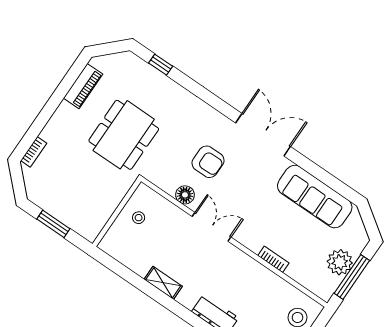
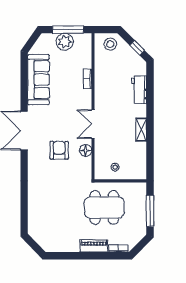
window: (161, 65) -> (24, 212), removed
piano: (83, 86) -> (94, 246), moved
dining table: (124, 135) -> (104, 208), moved
window: (53, 224) -> (150, 211), width x1.44

